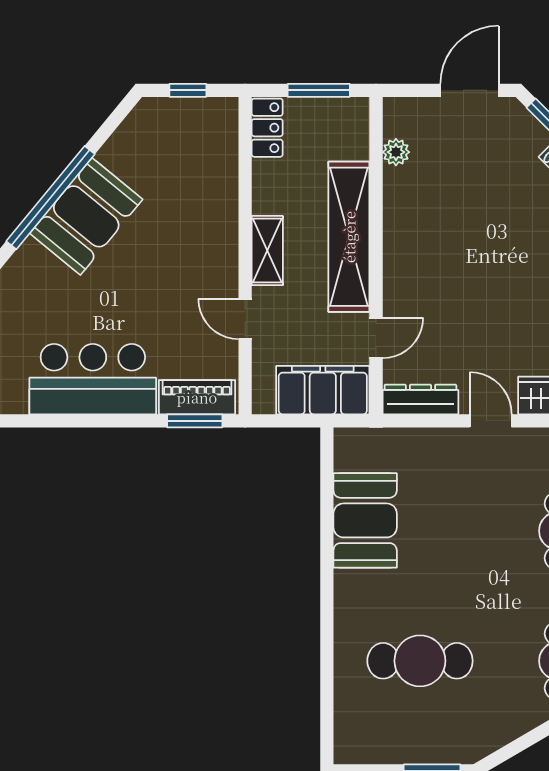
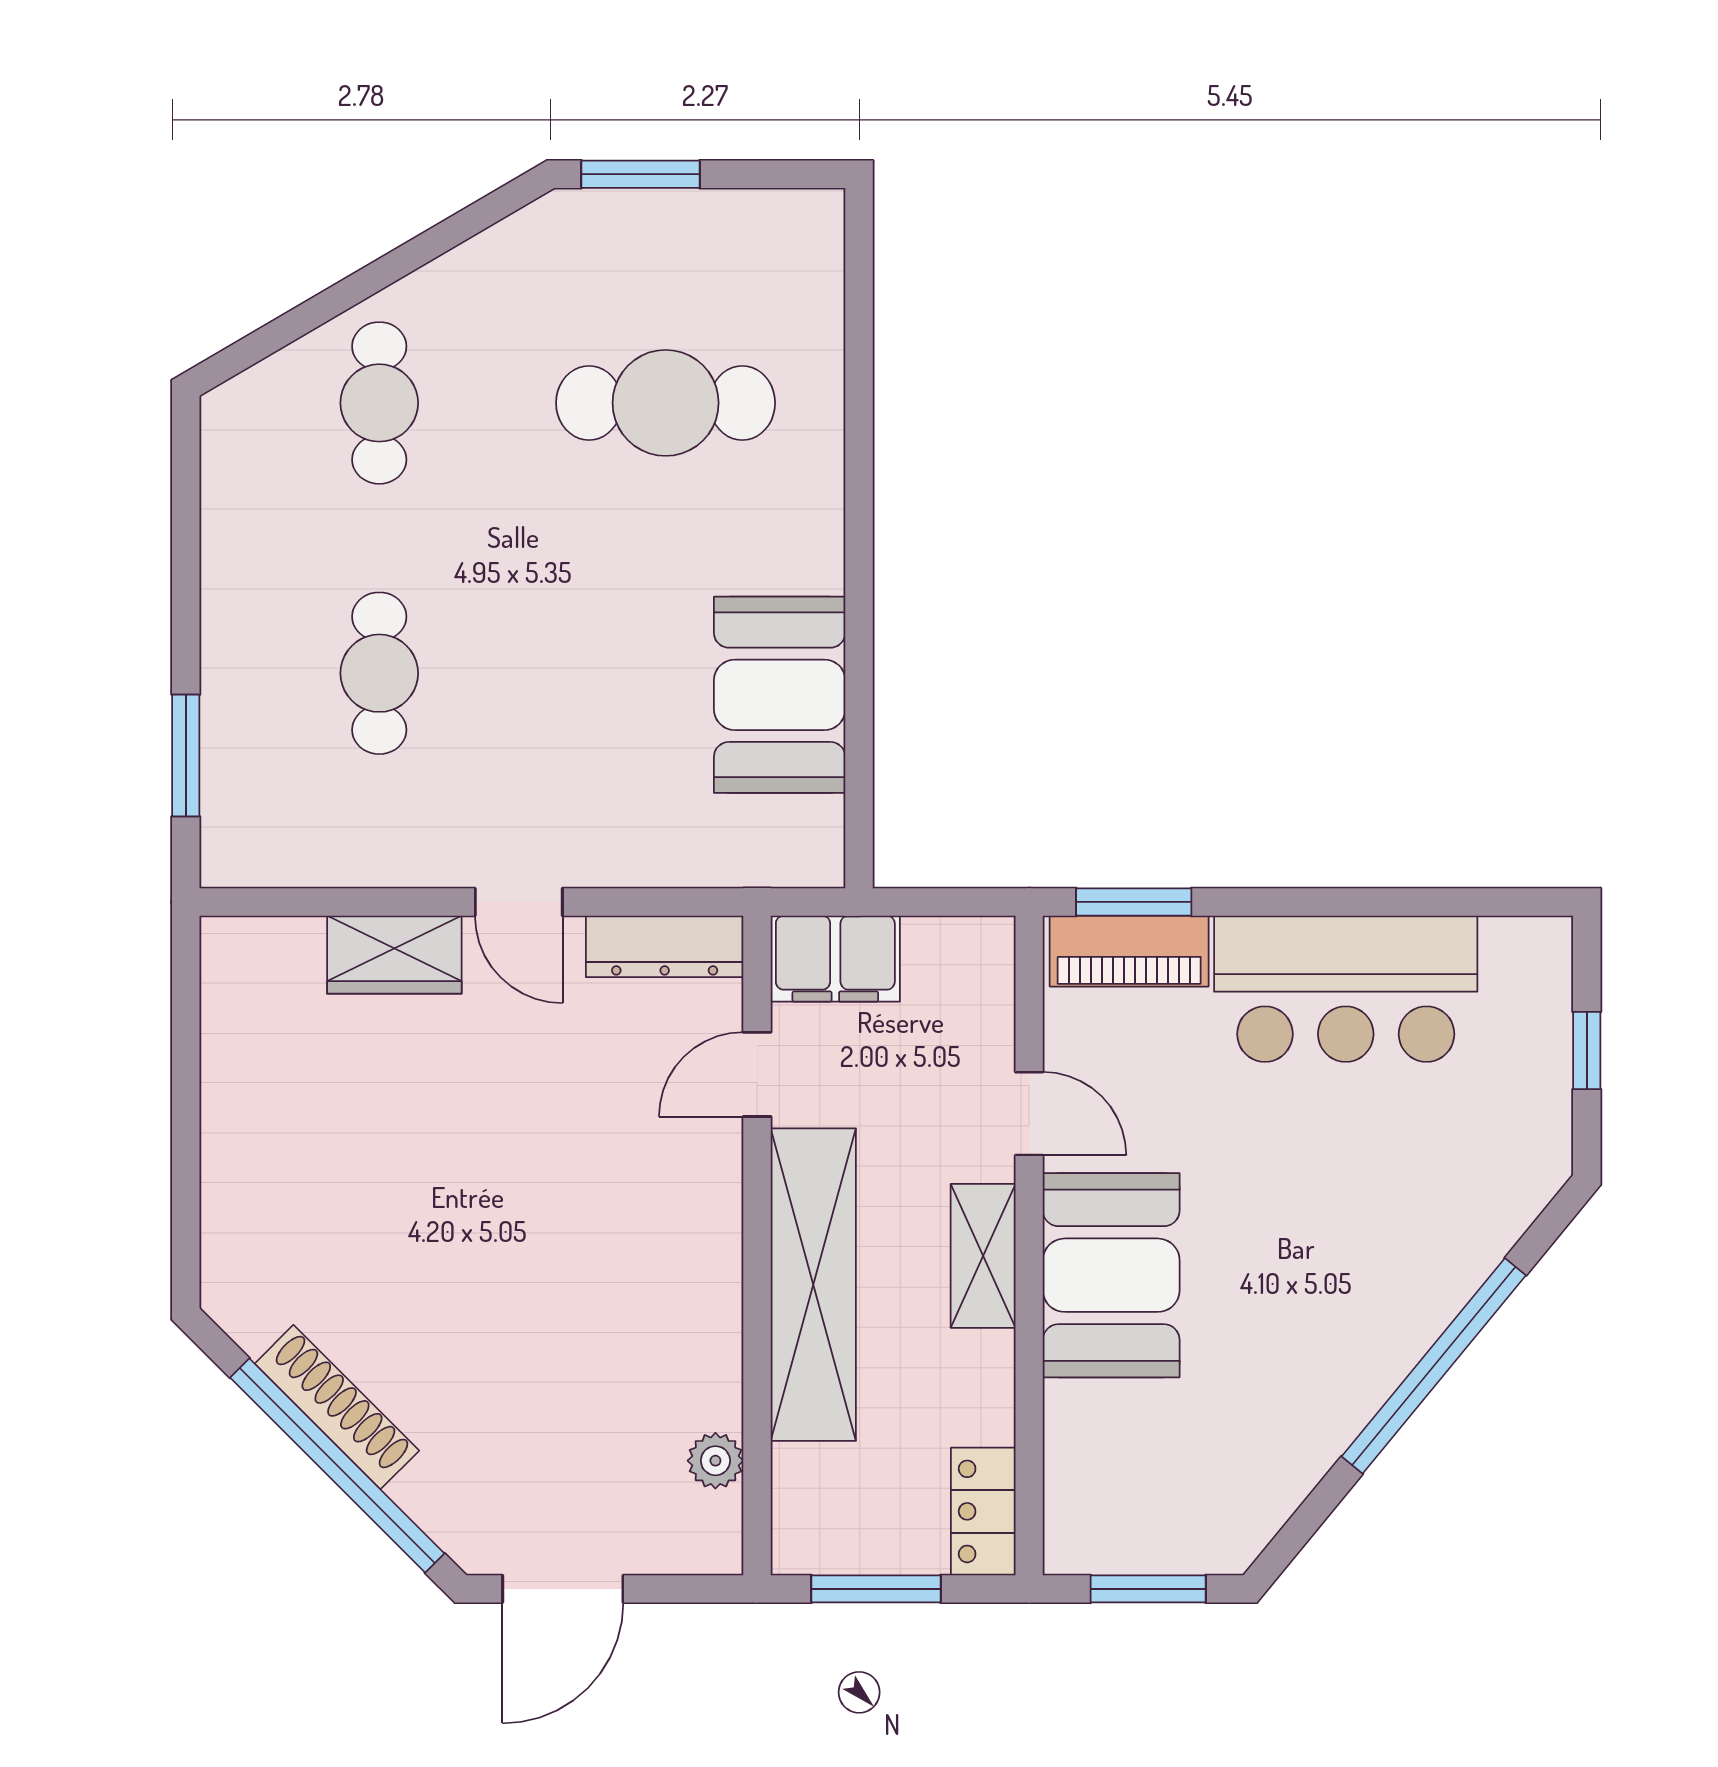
window: (188, 90) -> (1148, 1589), width x1.50
booth: (86, 216) -> (1111, 1275), moved, turned -39
filing cabinet: (323, 390) -> (835, 959), width x0.67, depth x0.86

